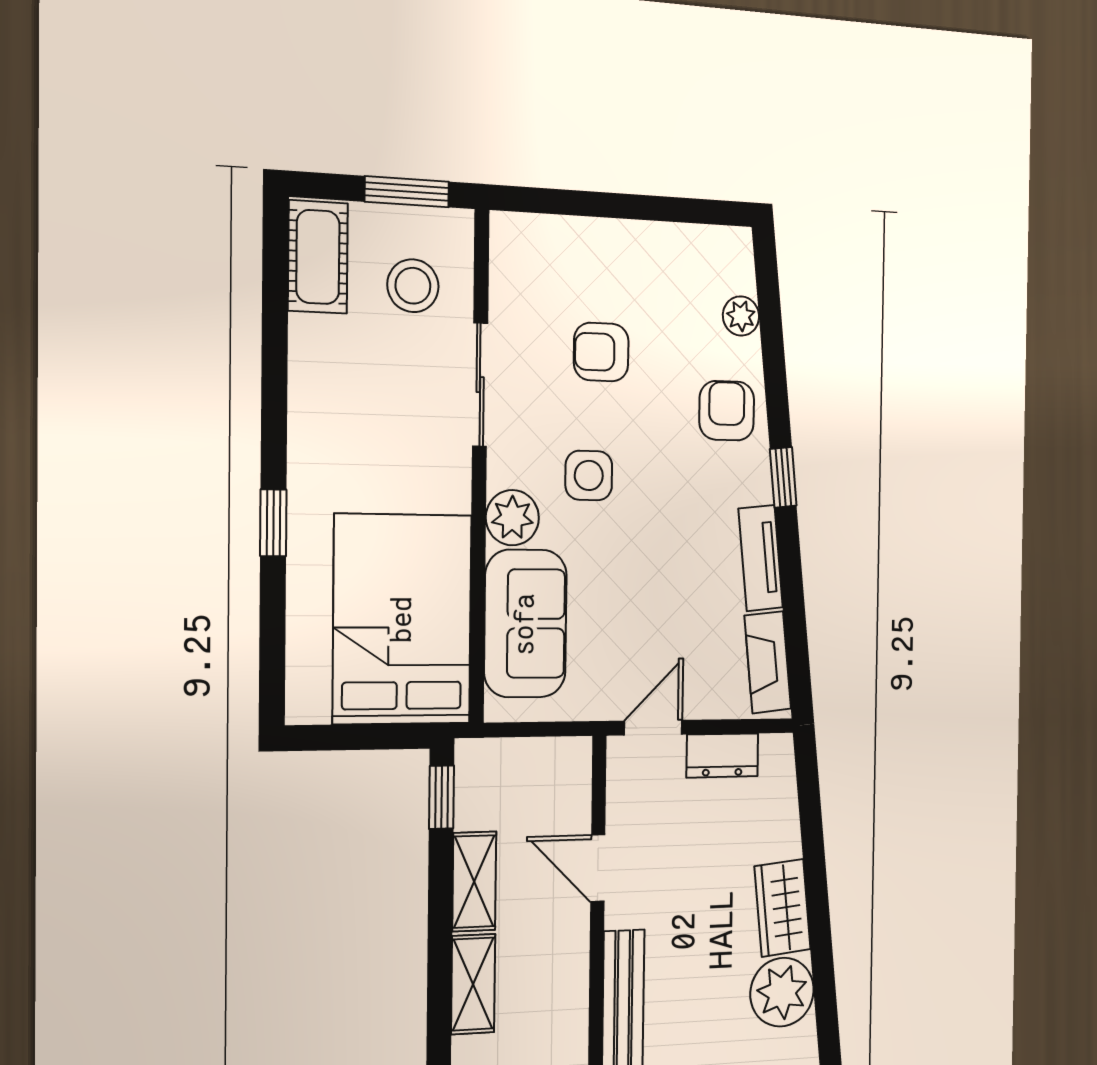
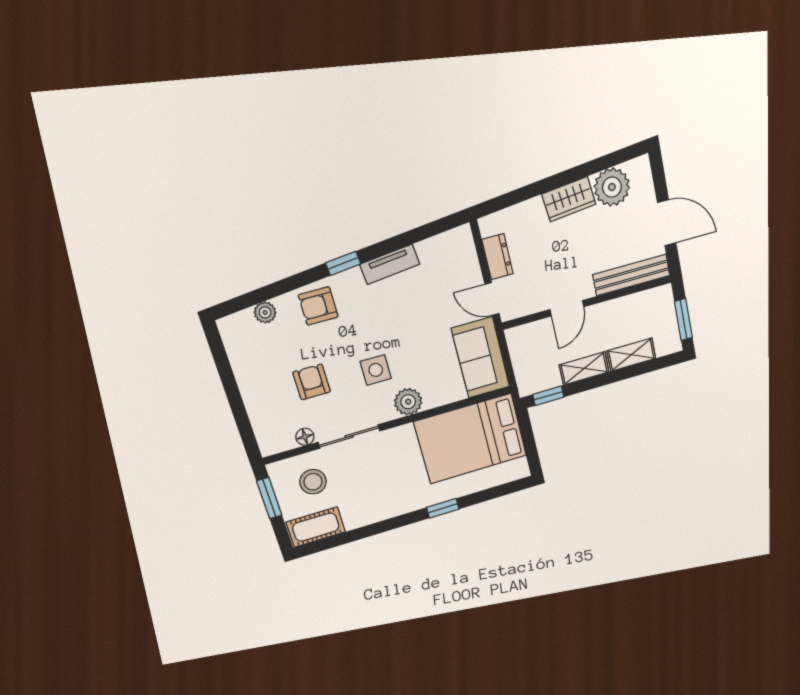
floor lamp: (505, 303) -> (305, 437), added
armchair: (601, 352) -> (312, 382), turned 180
sofa: (525, 624) -> (481, 358), moved, turned -90
fireplace: (768, 662) -> (443, 244), removed

